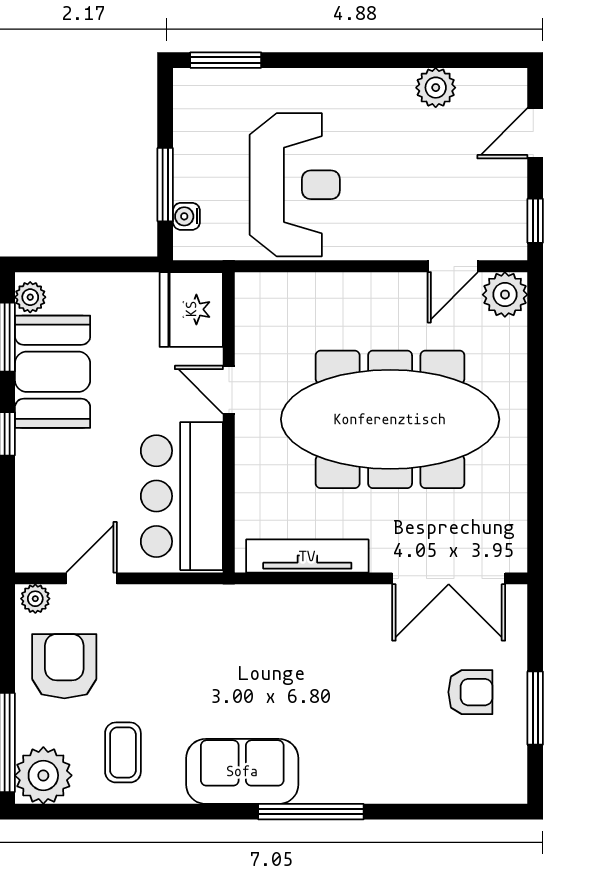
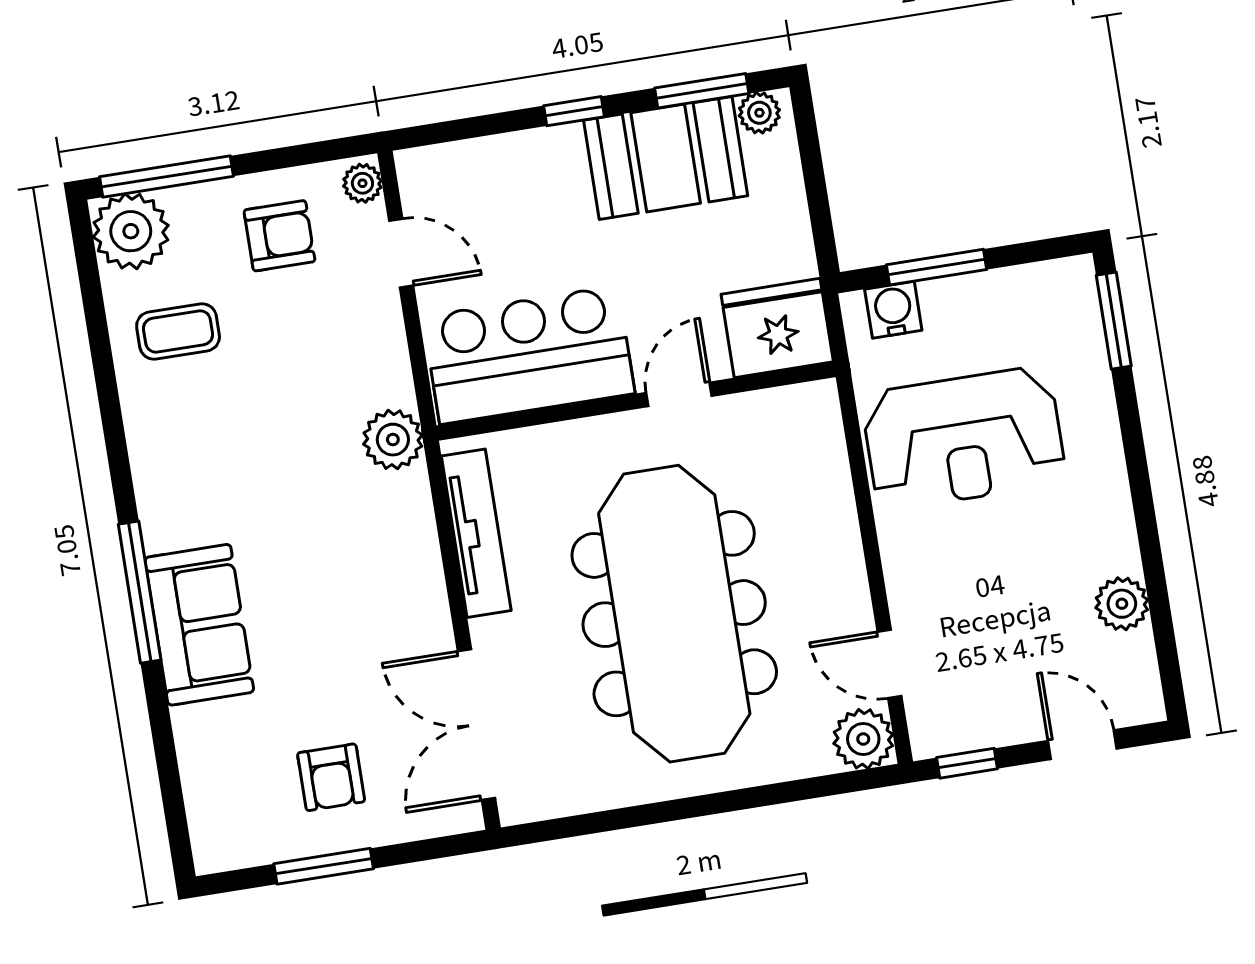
water cooler: (186, 216) -> (893, 310), width x1.38, depth x1.38
plant: (228, 607) -> (393, 440), added
armchair: (64, 666) -> (279, 236), width x0.72, depth x0.72
sofa: (242, 771) -> (199, 625), moved

